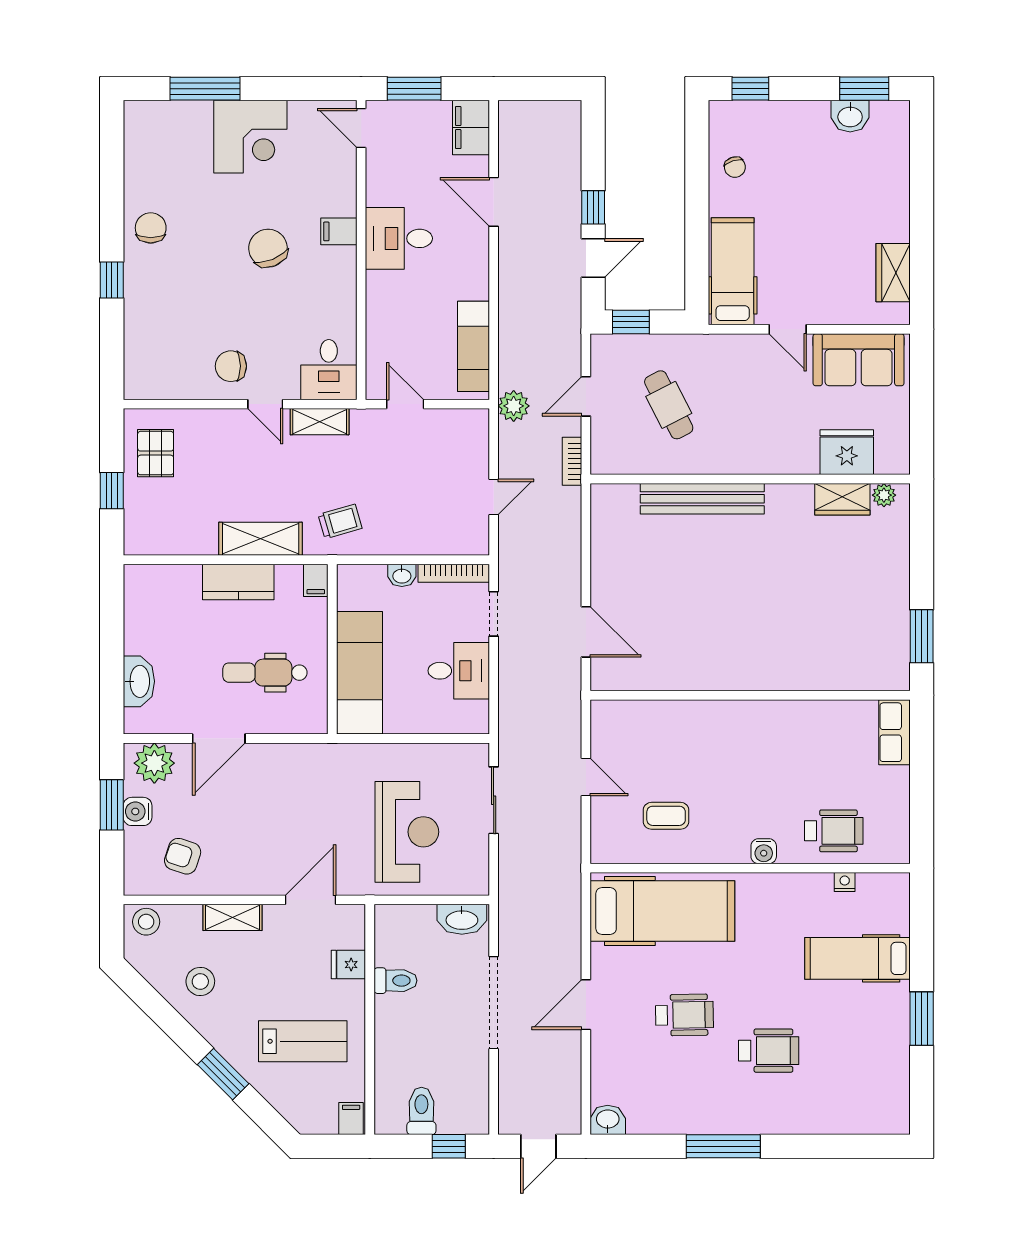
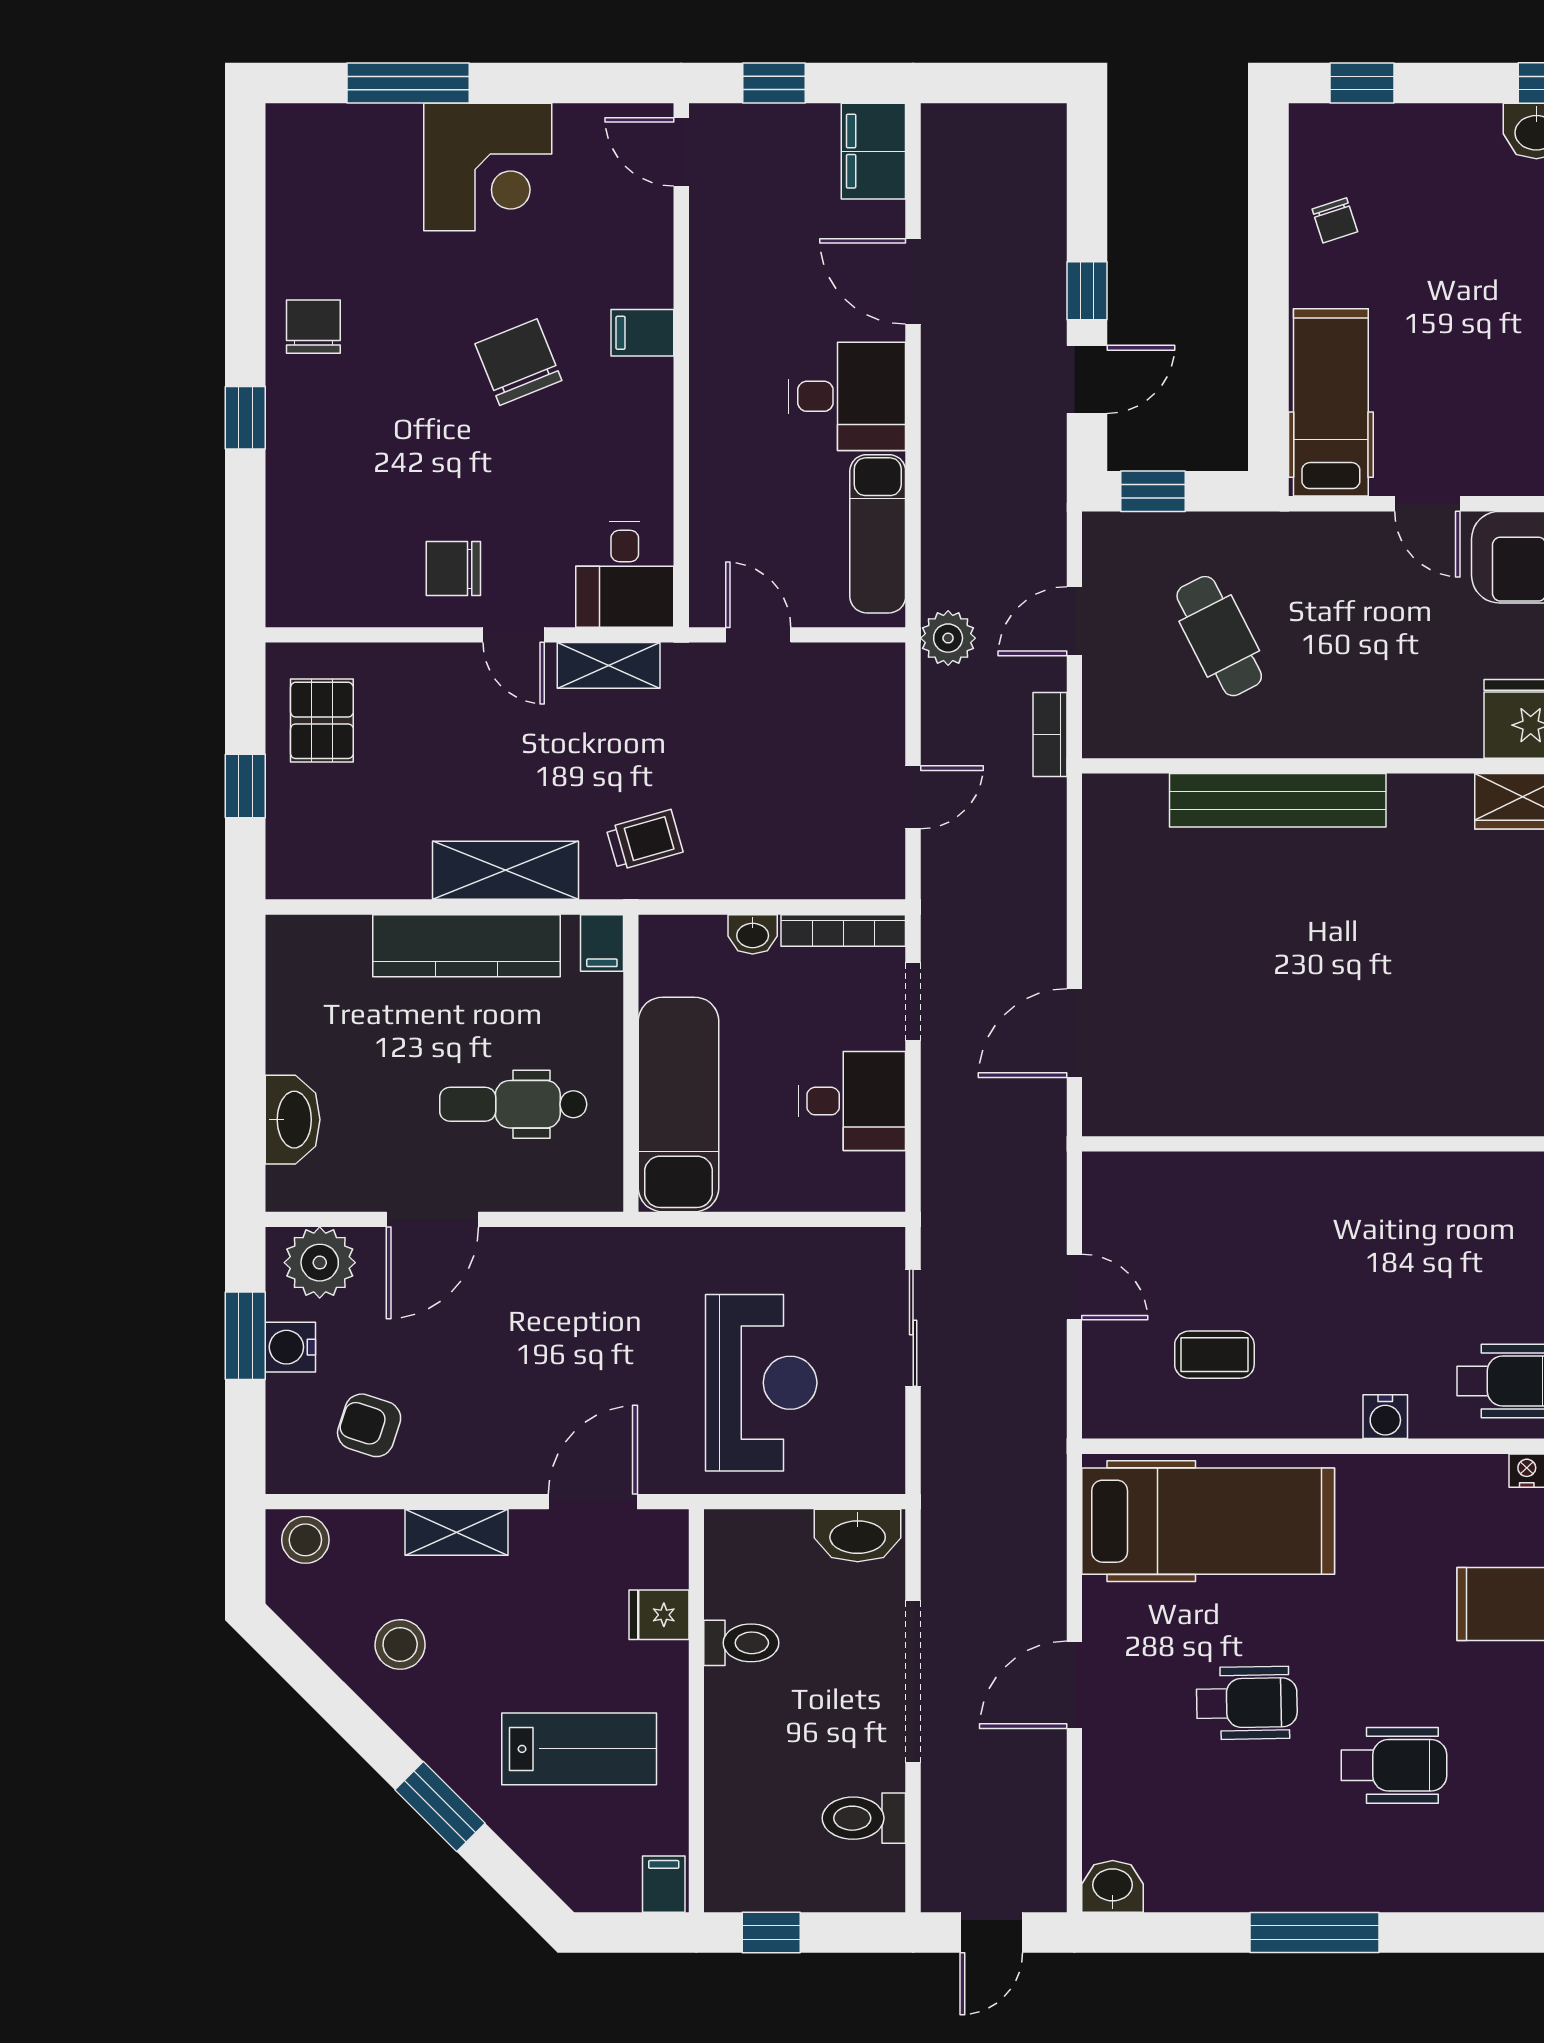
window: (414, 89) -> (774, 83), width x0.67
desk: (399, 238) -> (847, 396), moved, turned 180
kitchen counter: (238, 582) -> (467, 946), width x1.50
door: (586, 632) -> (1074, 1033), swing flipped
toilet: (421, 1111) -> (864, 1818), moved, turned -90
window: (449, 1146) -> (771, 1933), moved

